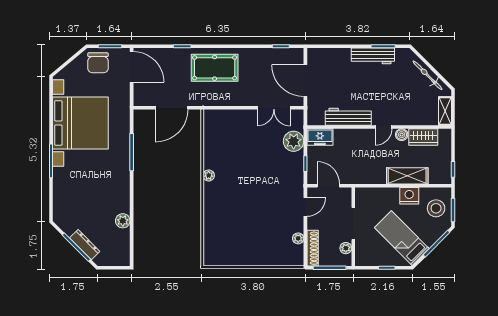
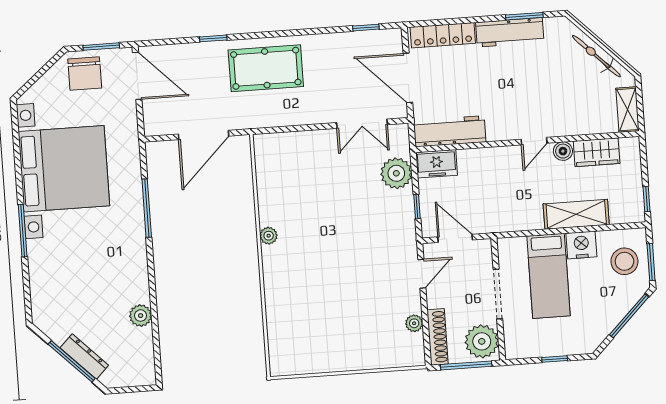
locker: (330, 55) -> (443, 35), added
workbench: (348, 117) -> (450, 131), moved
bed: (402, 238) -> (549, 276), moved, turned -135
plant: (346, 248) -> (482, 341), width x1.87, depth x1.87

